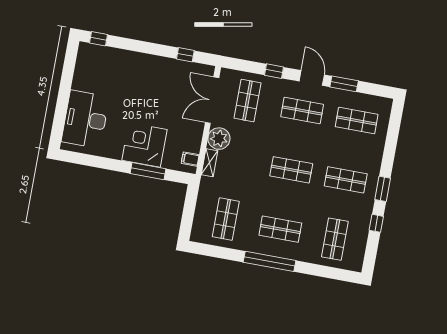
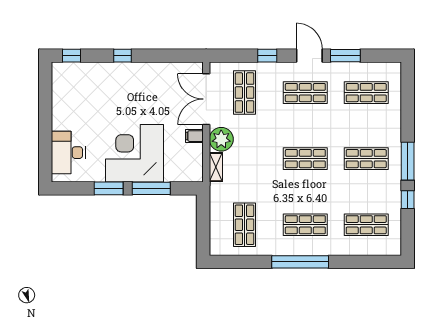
window: (185, 55) -> (122, 56), moved
desk: (85, 119) -> (68, 153), width x0.73, depth x0.77
corner desk: (144, 145) -> (134, 153), width x1.36, depth x1.36
filing cabinet: (190, 159) -> (194, 136), moved
window: (110, 164) -> (109, 188), added
window: (383, 189) -> (408, 161), width x1.44
shop shelf: (335, 239) -> (366, 225), turned 90

